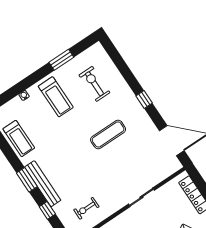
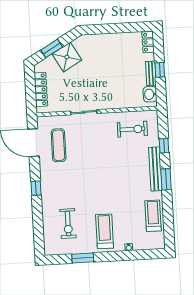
exercise mat: (108, 134) -> (59, 145), moved, turned 90
exercise bike: (86, 208) -> (132, 129), width x1.38, depth x1.39

